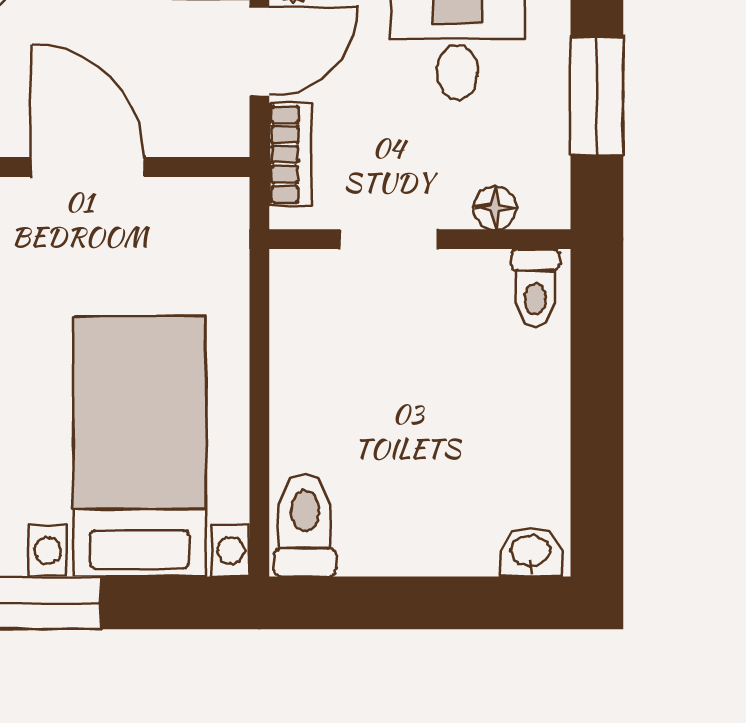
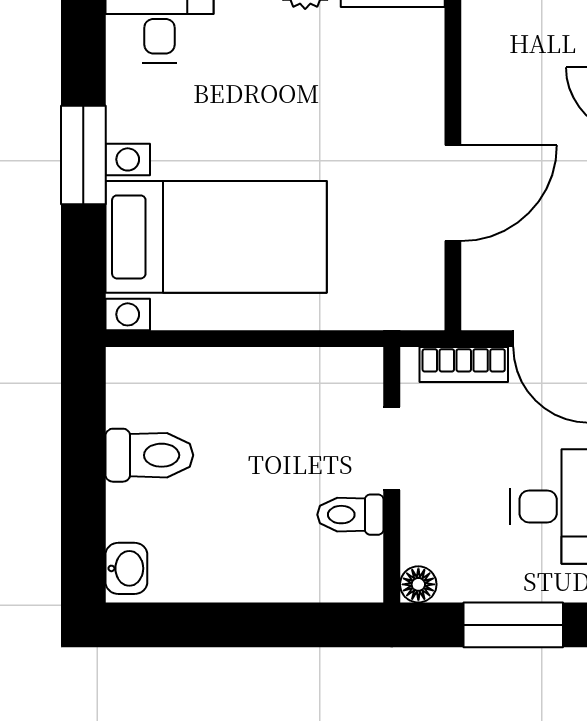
floor lamp: (495, 208) -> (418, 584), moved
toilet: (535, 288) -> (350, 515), moved
toilet: (305, 525) -> (149, 455), moved

